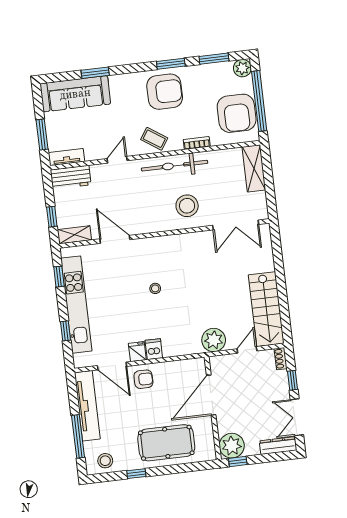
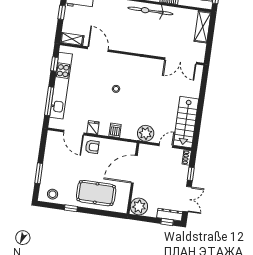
stool: (187, 206) -> (152, 40), removed
window: (52, 217) -> (62, 12), moved
window: (65, 331) -> (49, 101), width x2.17
dishwasher: (154, 349) -> (115, 130), moved
tv unit: (87, 406) -> (50, 155), removed
double door: (297, 417) -> (187, 199), swing flipped
window: (78, 436) -> (39, 173), width x0.69
window: (238, 462) -> (167, 222), moved

